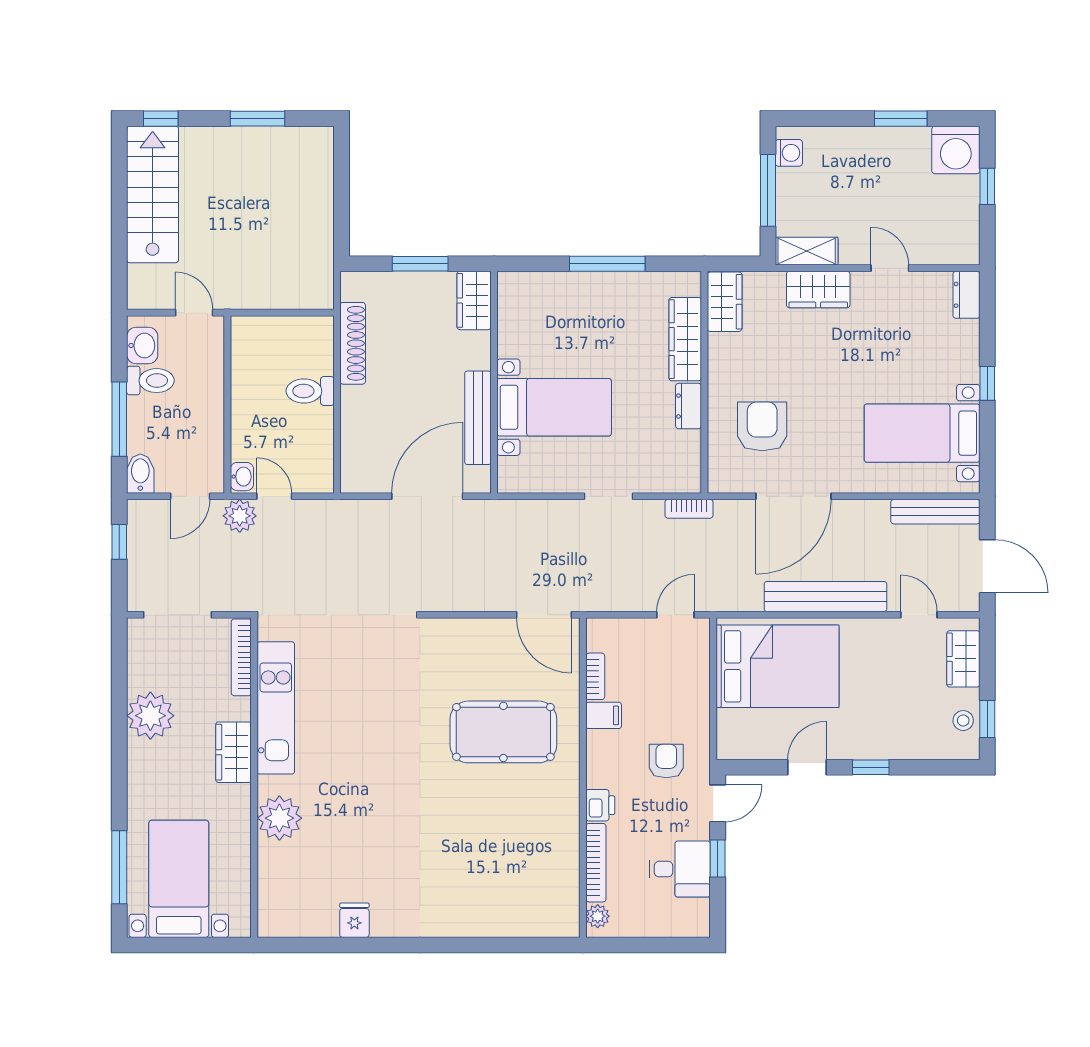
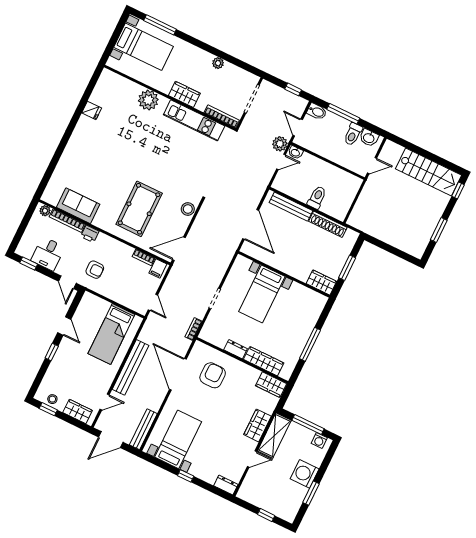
washing machine: (956, 150) -> (305, 474), moved
shelving: (807, 251) -> (274, 436), width x1.50, depth x1.33
bench: (478, 418) -> (291, 207), moved
armchair: (762, 426) -> (213, 375), turned -90
stool: (457, 635) -> (188, 209), added
bed: (777, 666) -> (111, 334), width x0.67
filing cabinet: (604, 715) -> (158, 269), moved
plant: (150, 716) -> (218, 63), width x0.53, depth x0.53
sofa: (556, 855) -> (78, 206), added
window: (718, 858) -> (29, 263), moved

